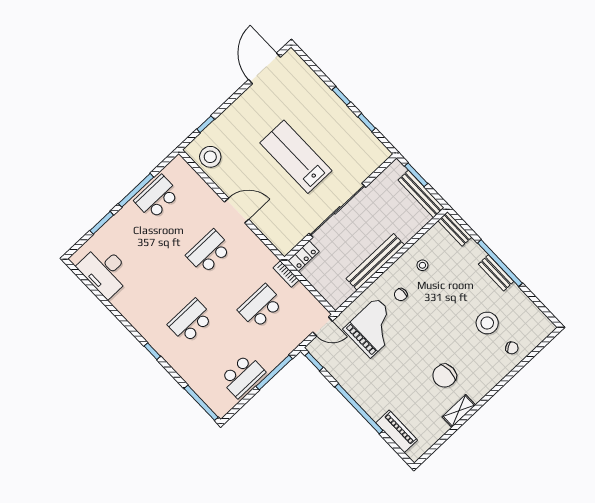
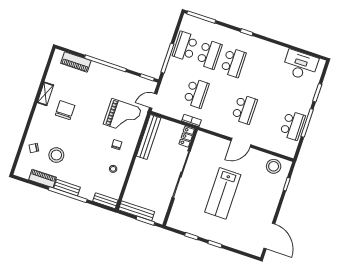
lab bench: (296, 157) -> (223, 193), turned 90
bench: (375, 262) -> (149, 137), moved
piano: (522, 302) -> (42, 178), added
grand piano: (373, 328) -> (122, 116), turned -90
school desk: (217, 348) -> (209, 54), added

